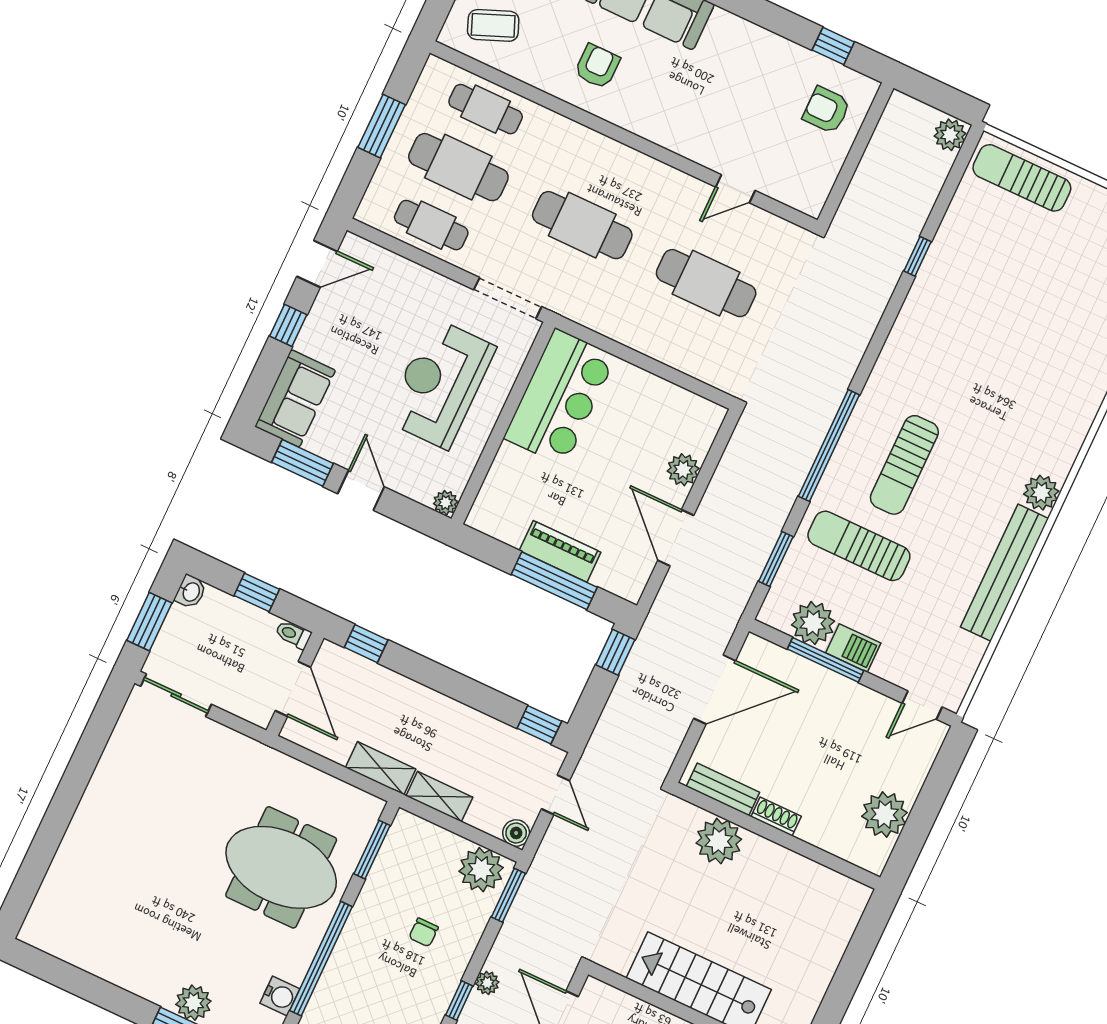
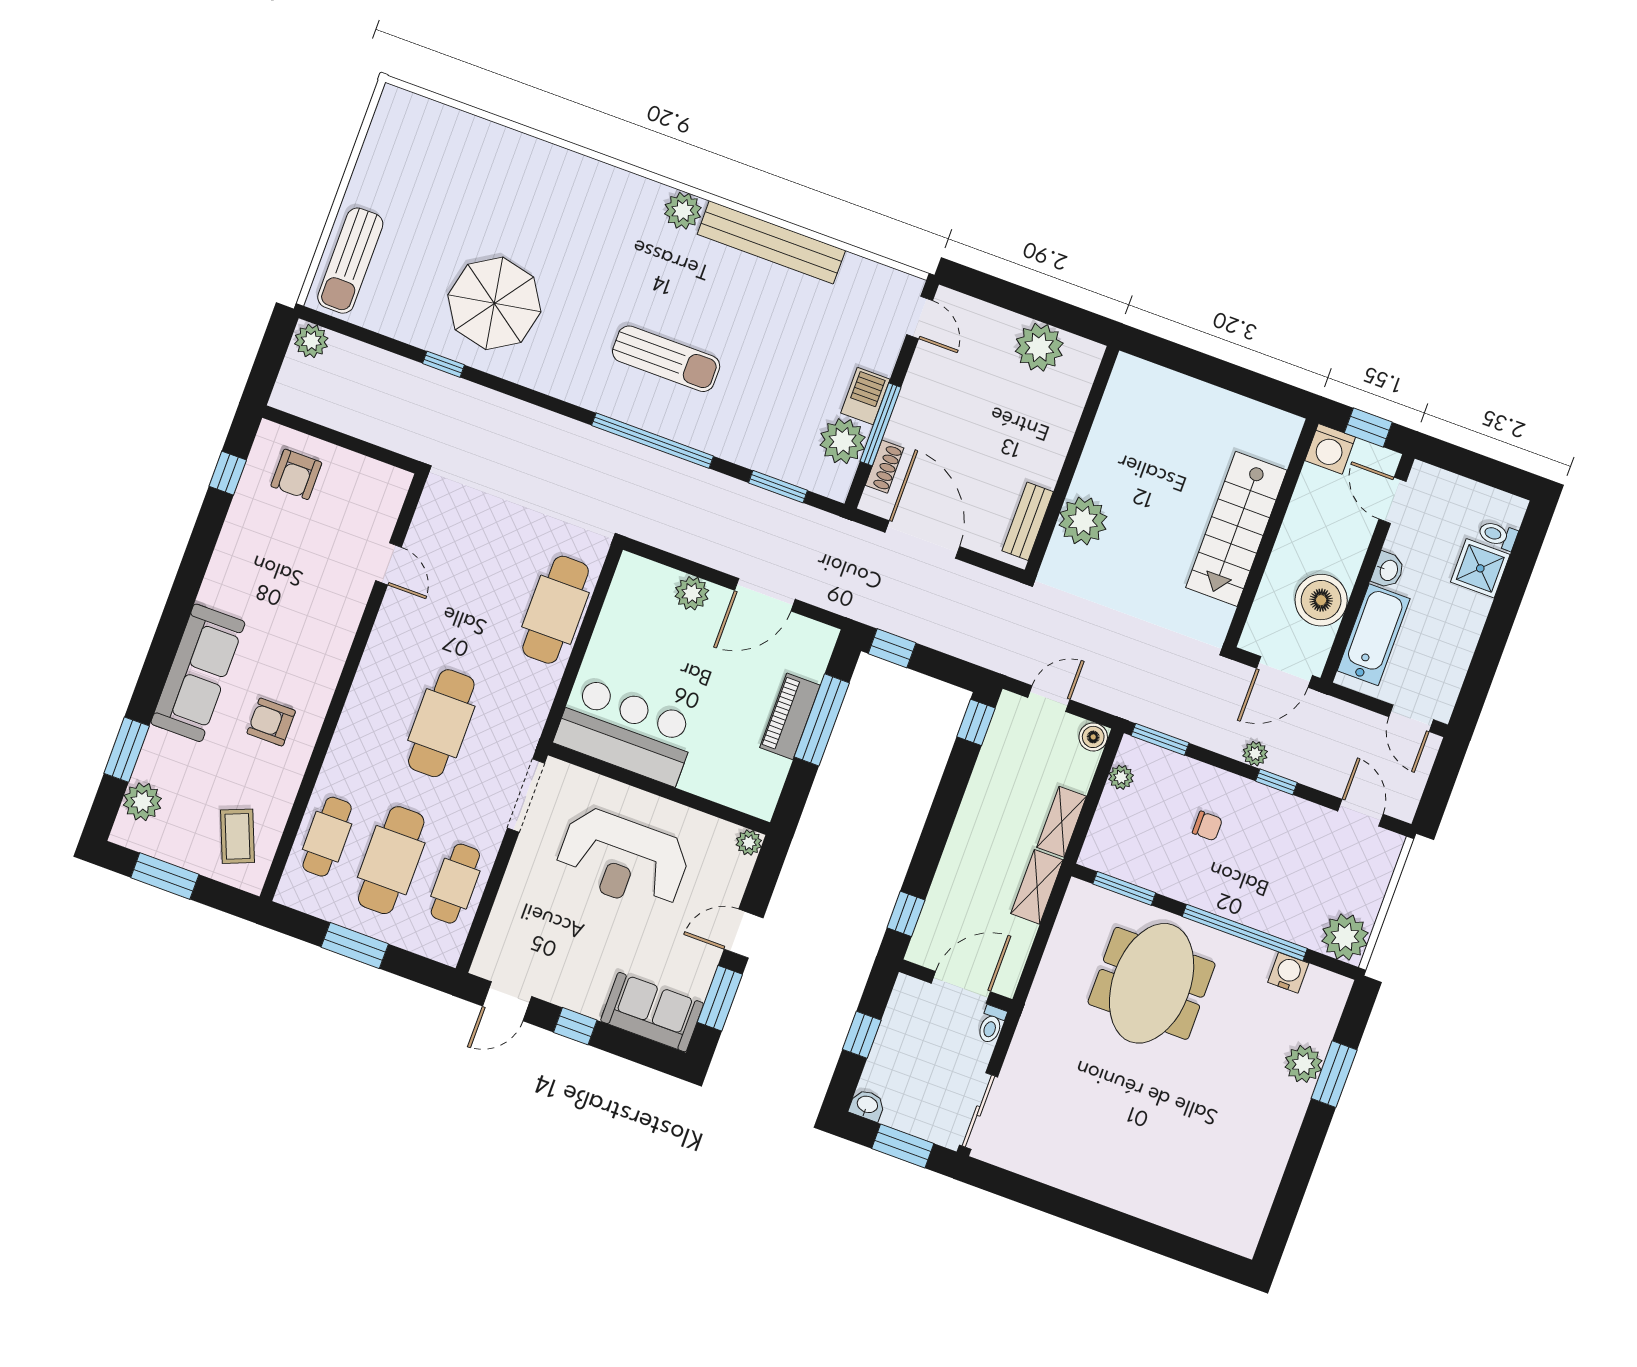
door: (317, 264) -> (507, 1001), swing flipped
cafe table: (706, 283) -> (556, 610), moved
parasol: (970, 309) -> (494, 303), added
sun lounger: (859, 546) -> (756, 399), removed
toilet: (293, 634) -> (991, 1025), moved
shoe rack: (776, 817) -> (885, 467), moved, turned 180
plant: (481, 870) -> (1121, 777), width x0.53, depth x0.53

